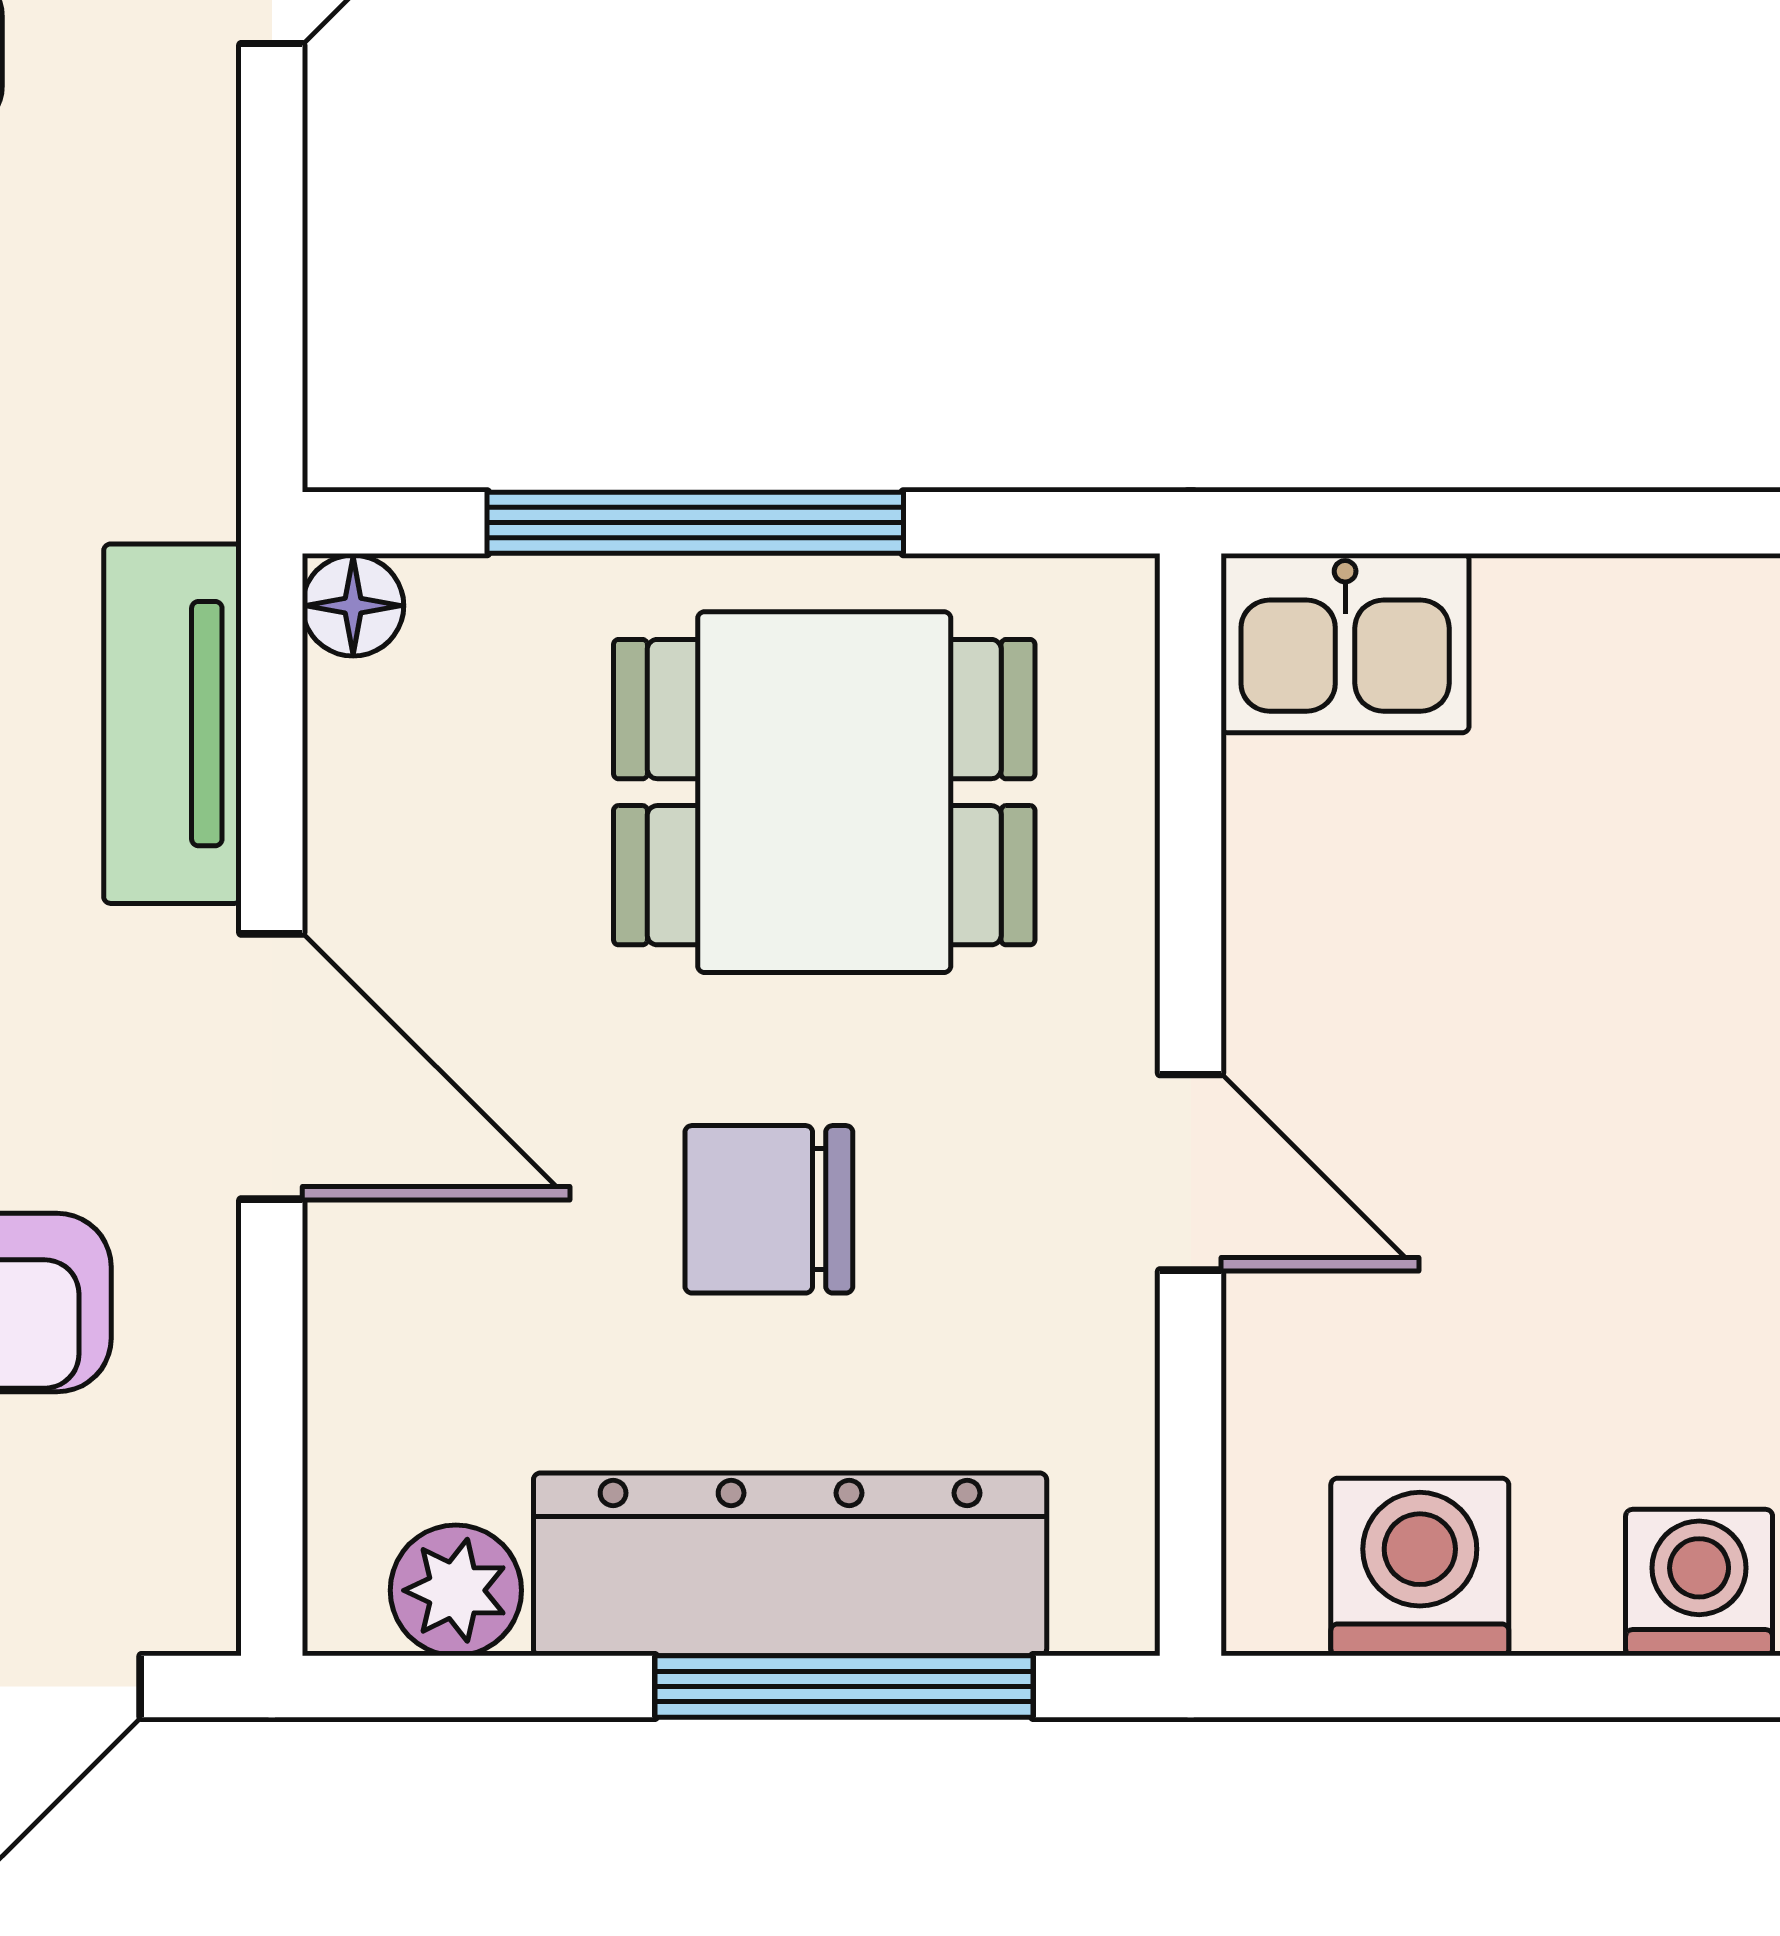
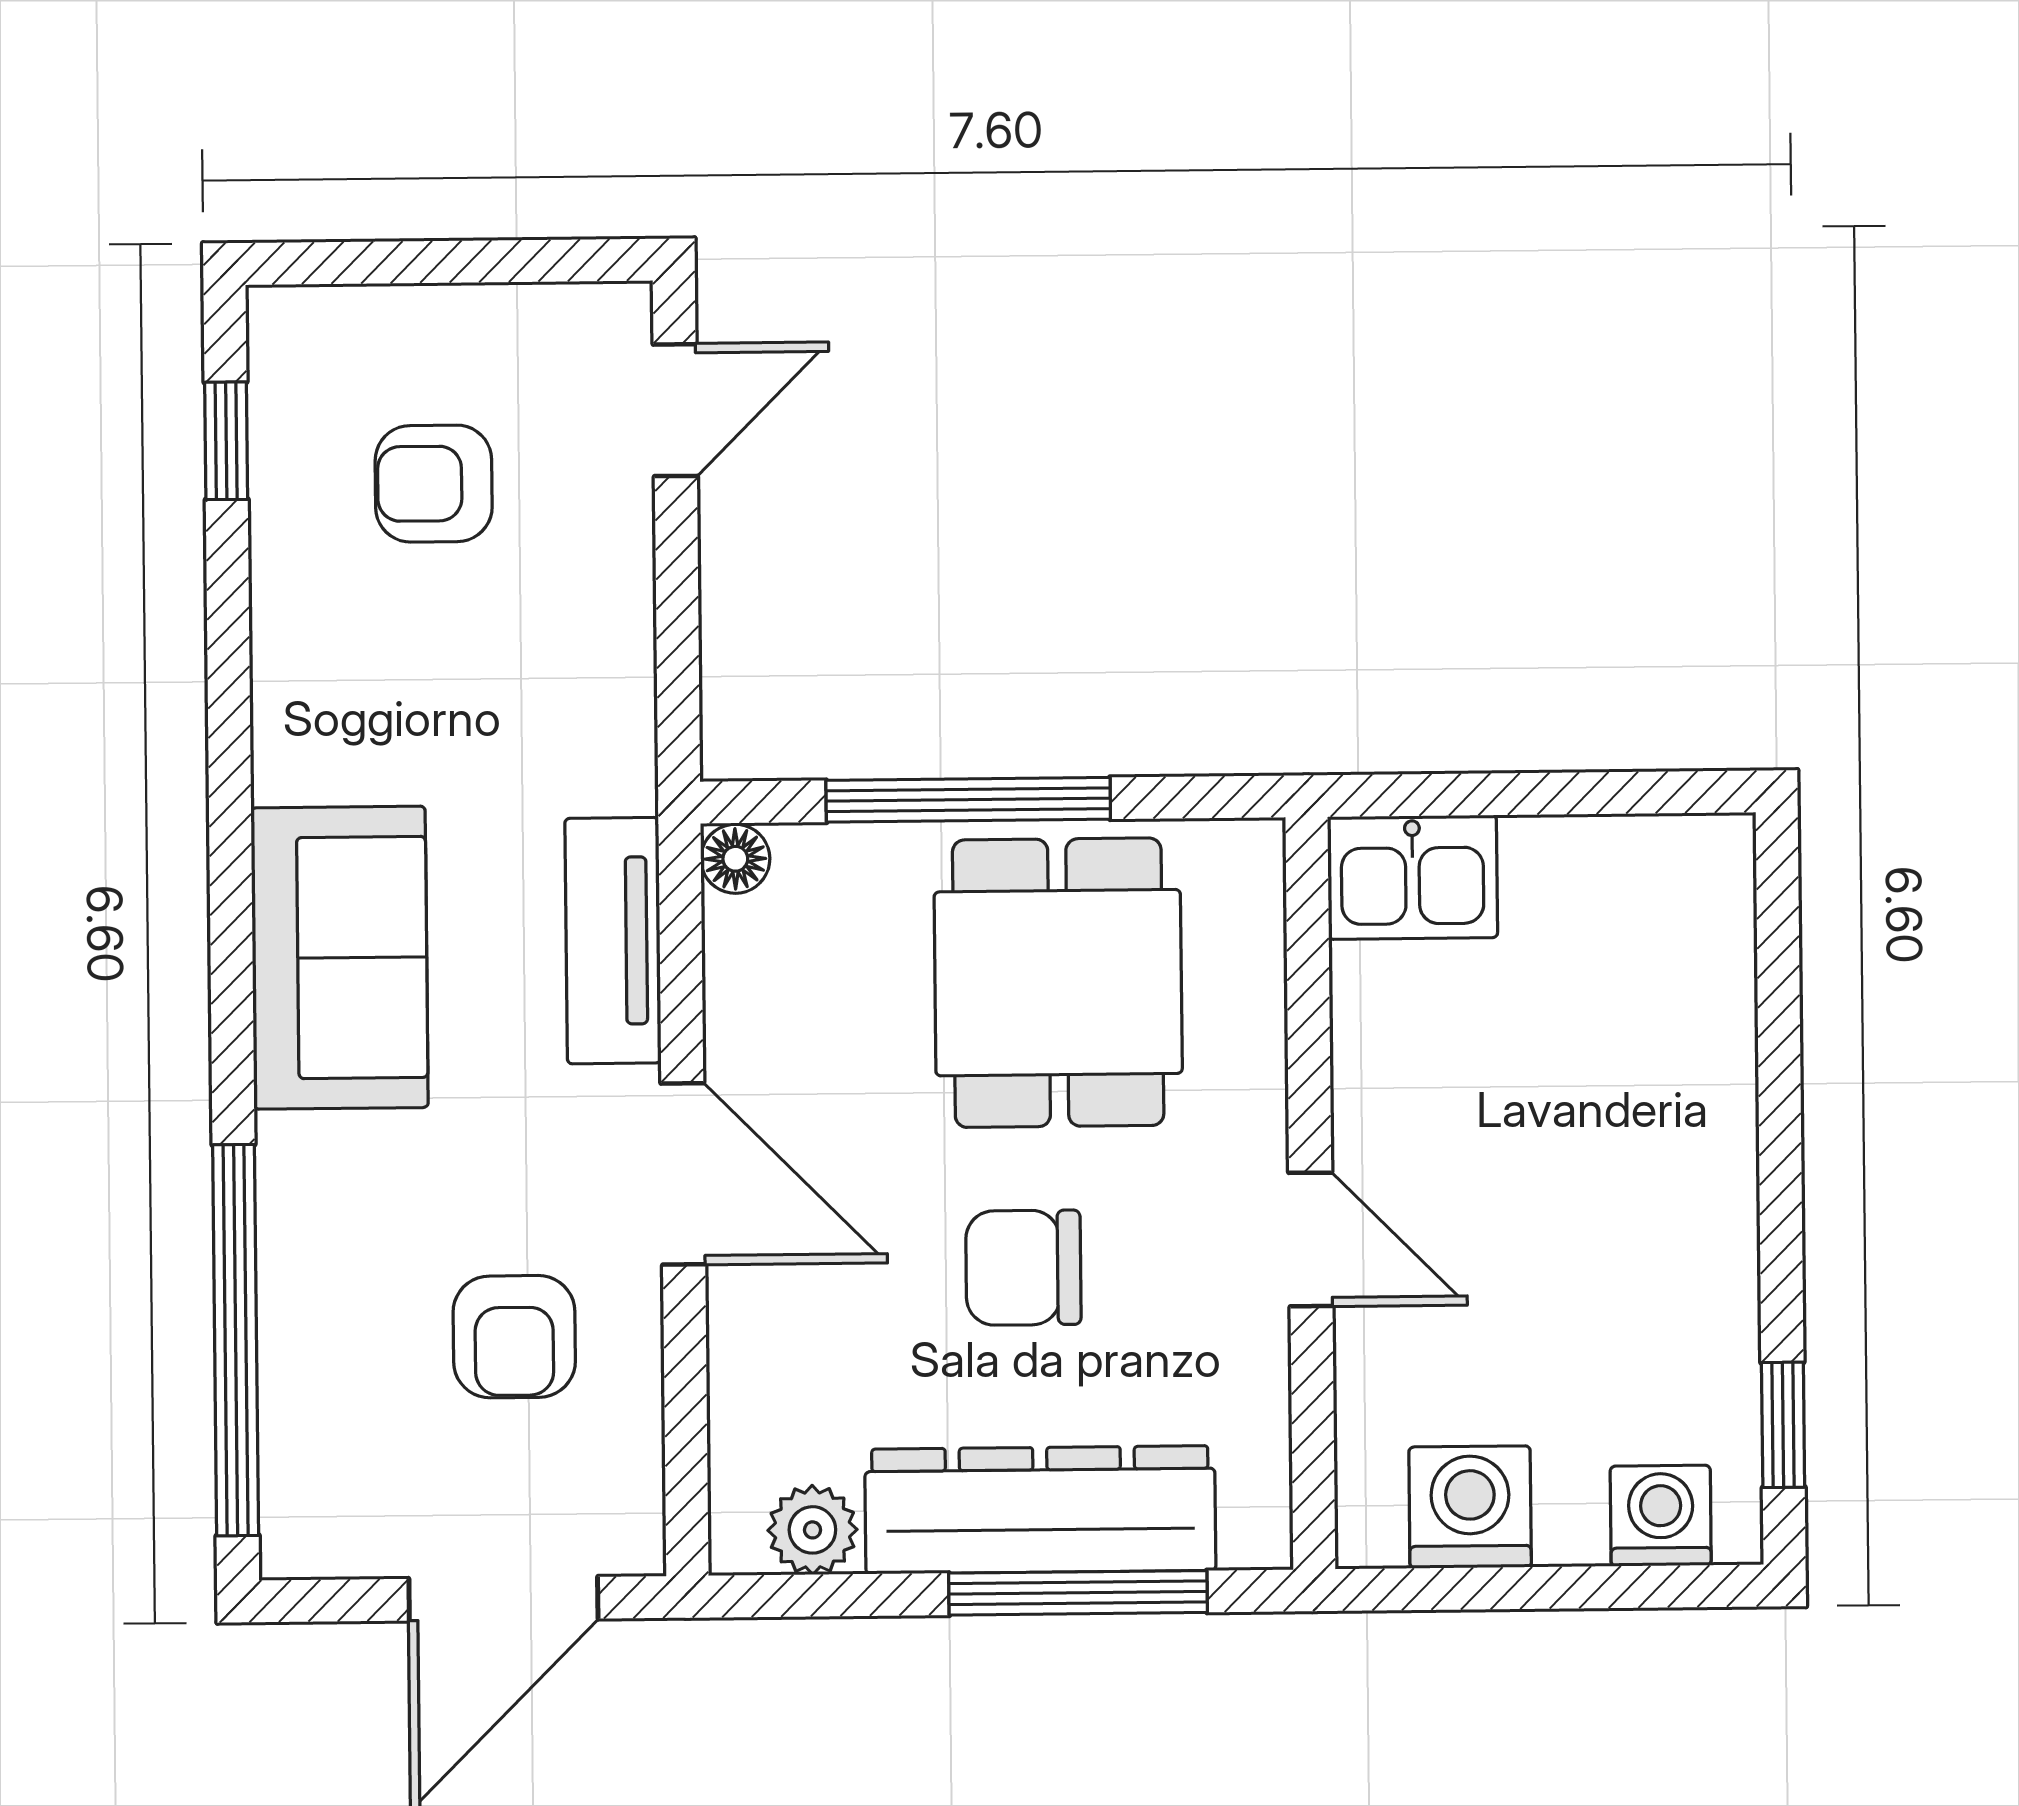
dining table: (824, 792) -> (1058, 983), turned 90

